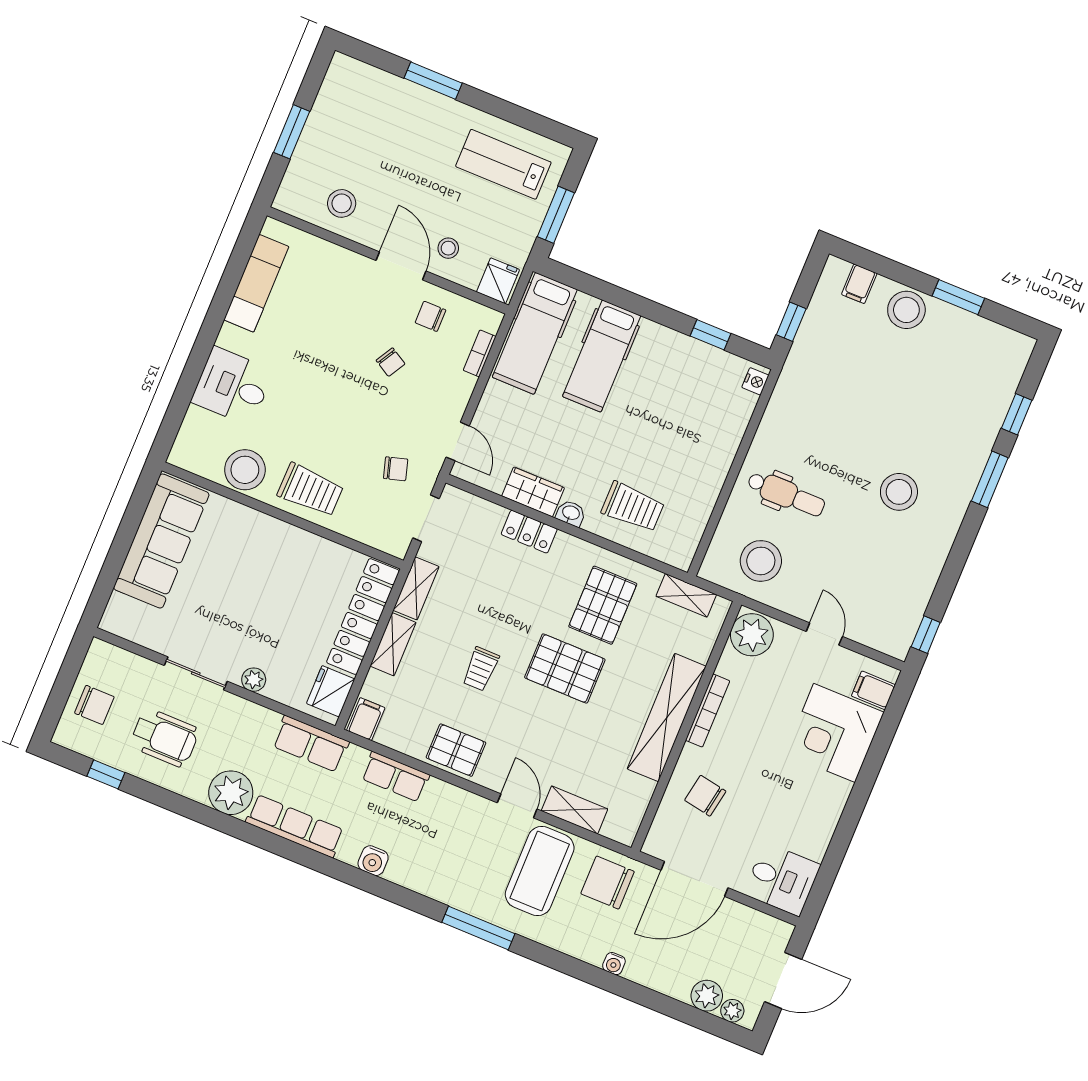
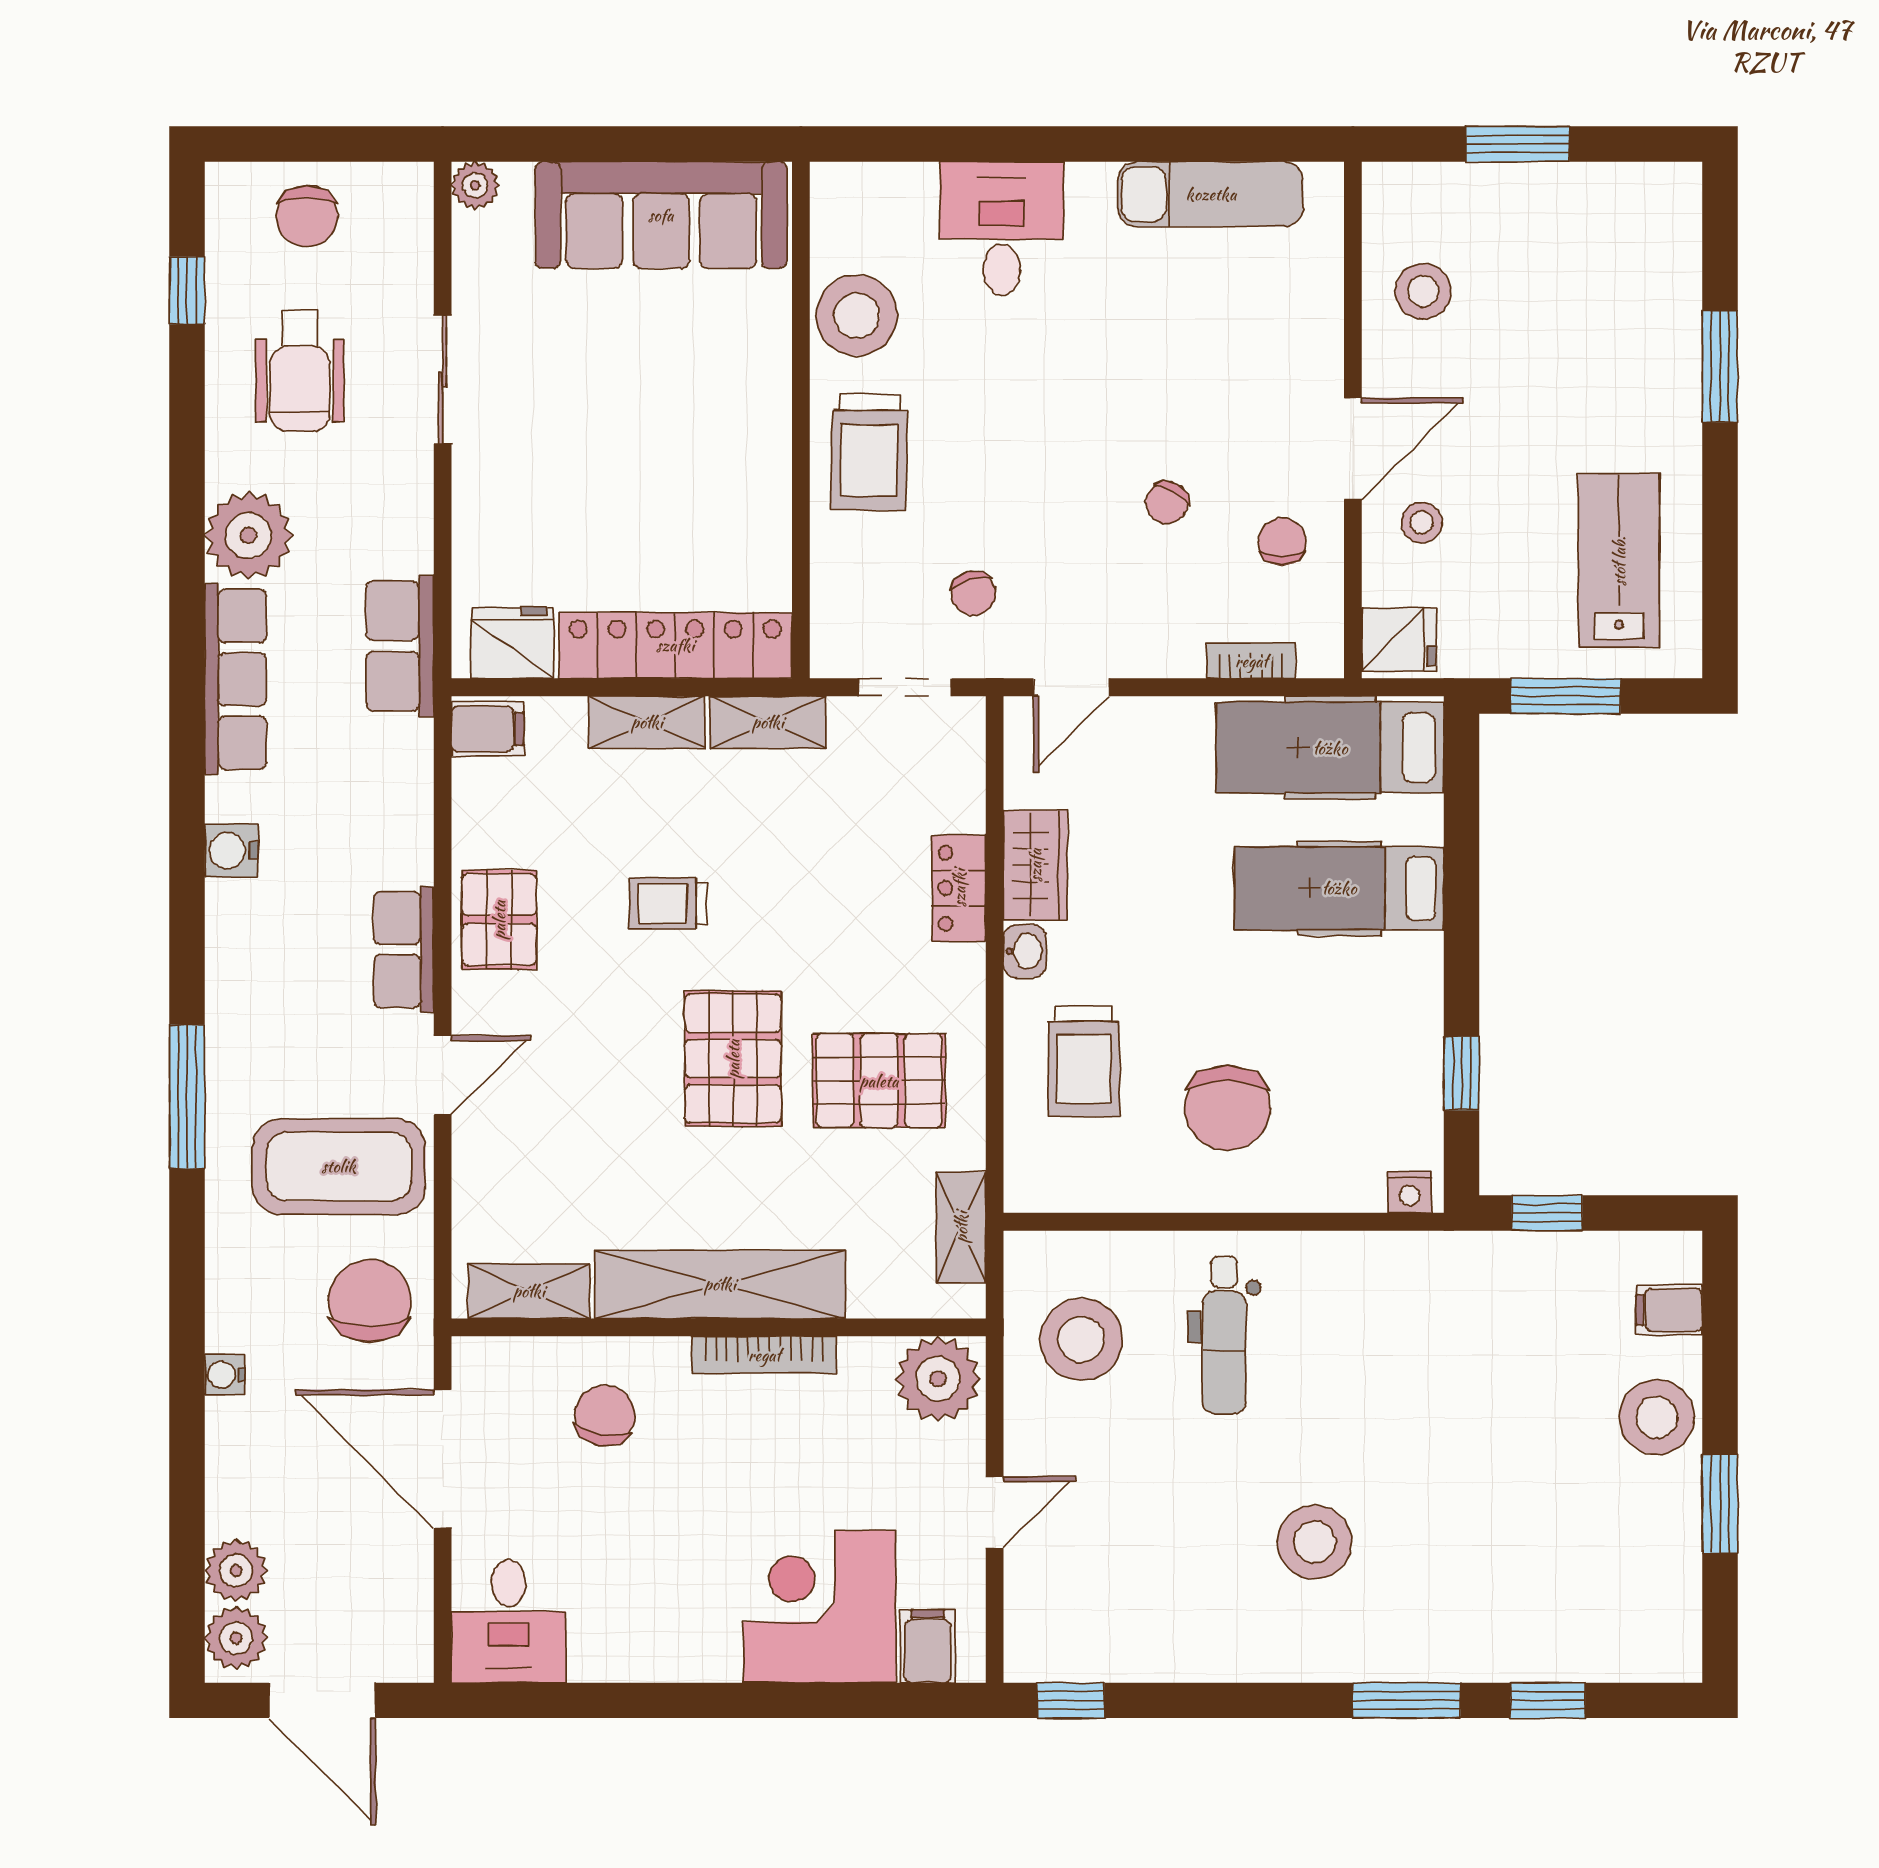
chair: (682, 449) -> (1227, 1108), added
plant: (254, 680) -> (475, 185), moved
row of seats: (395, 777) -> (404, 950), moved
shelving: (575, 810) -> (529, 1291), moved, turned 90
plant: (732, 1011) -> (236, 1638), width x1.38, depth x1.38

